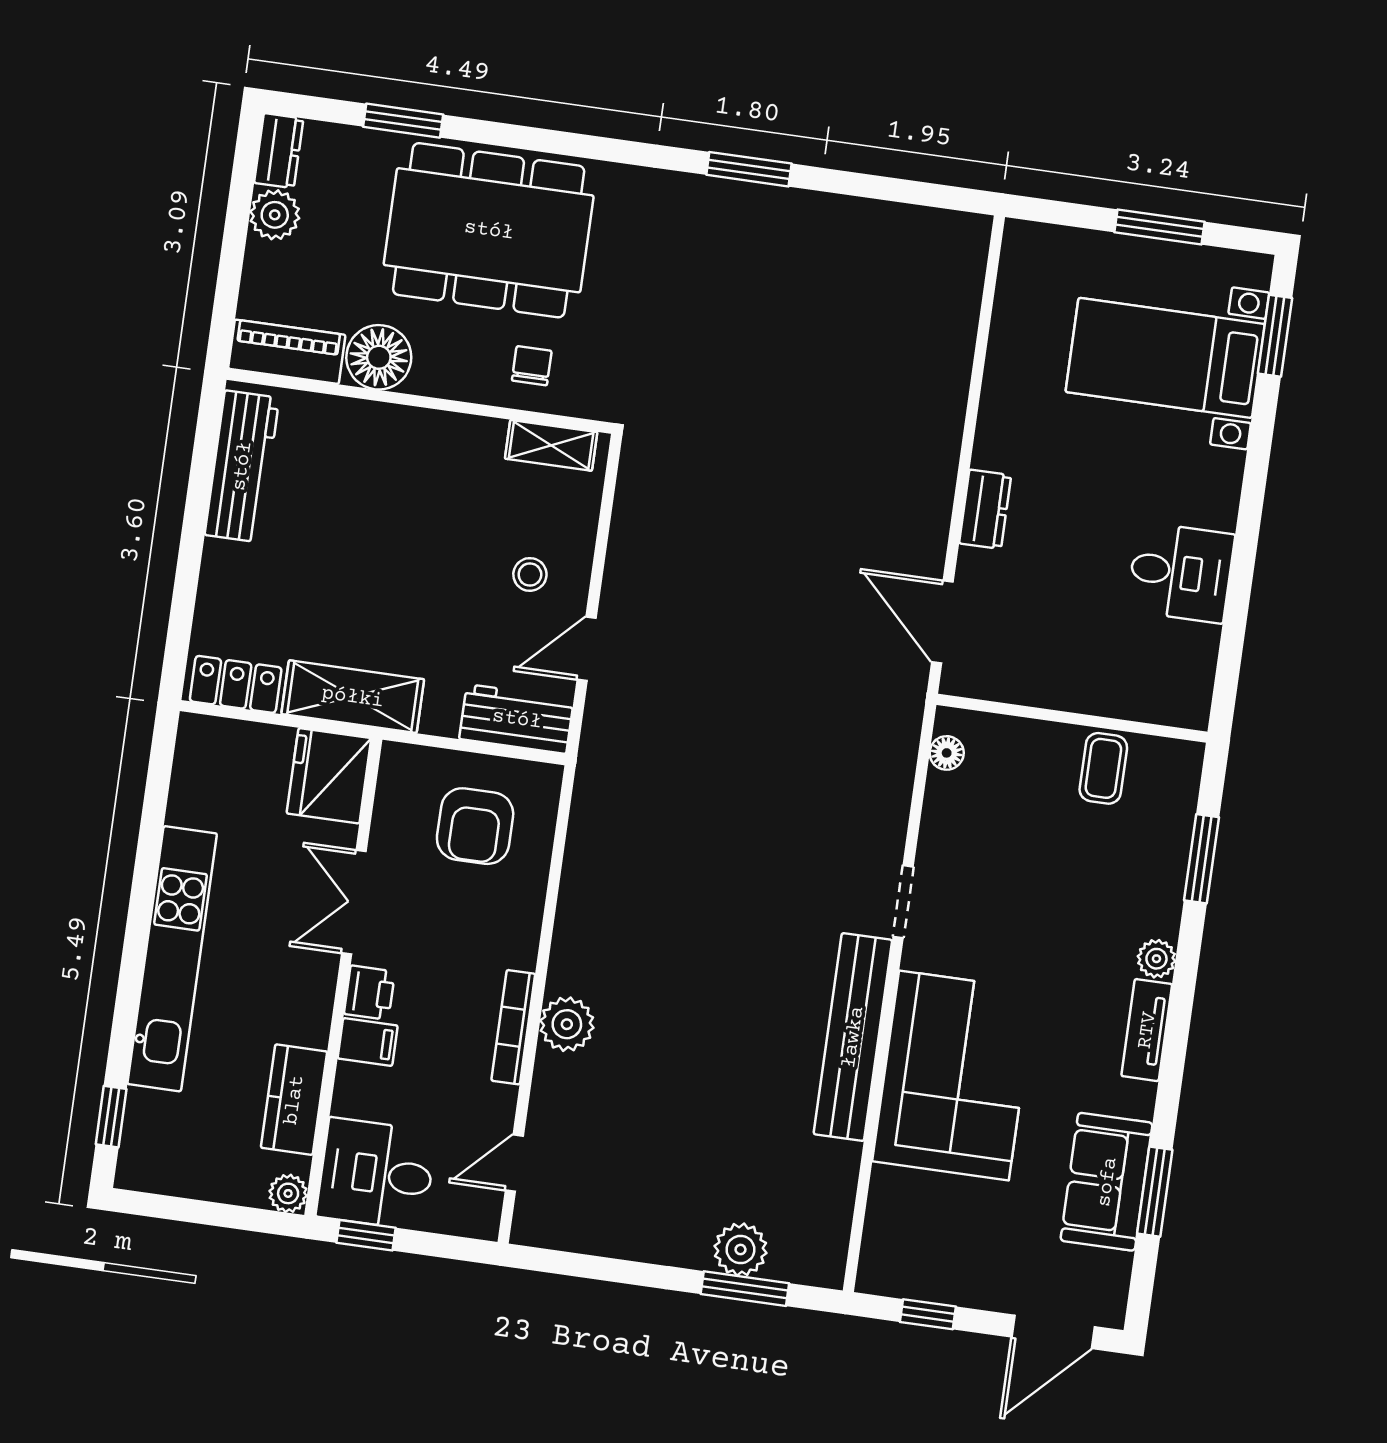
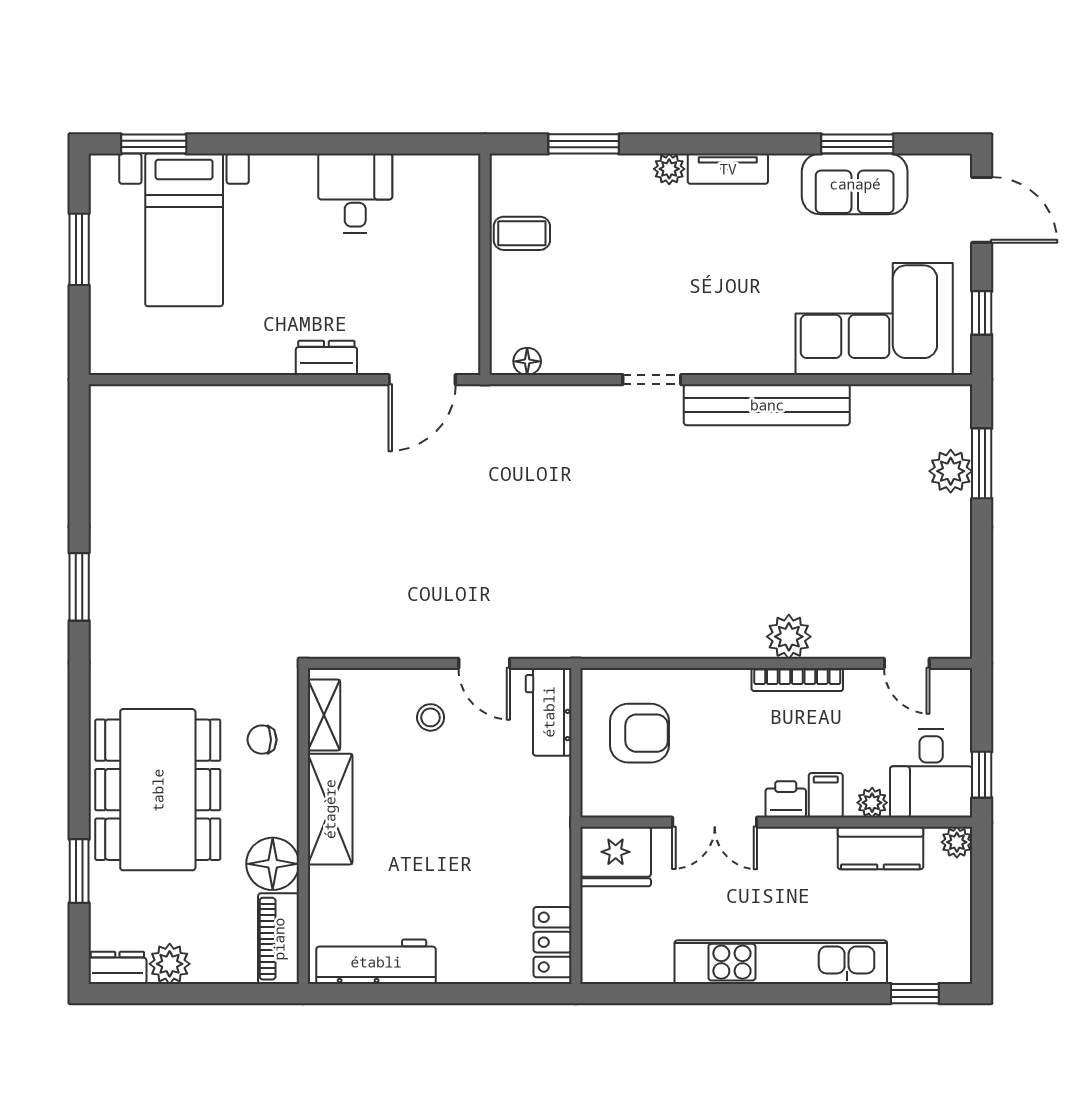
shelving: (353, 697) -> (330, 809), moved
corner sofa: (954, 1075) -> (874, 319), moved
plant: (351, 1097) -> (872, 803), added

